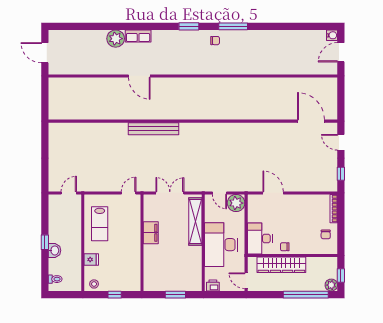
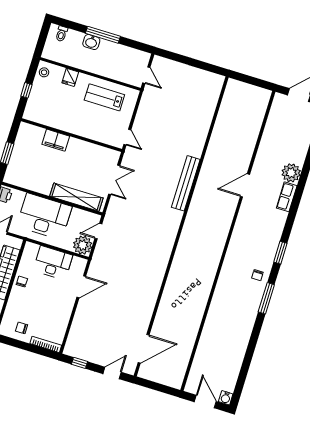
filing cabinet: (151, 233) -> (56, 140), moved
desk: (260, 239) -> (53, 263), moved
window: (45, 242) -> (103, 35), width x2.17

